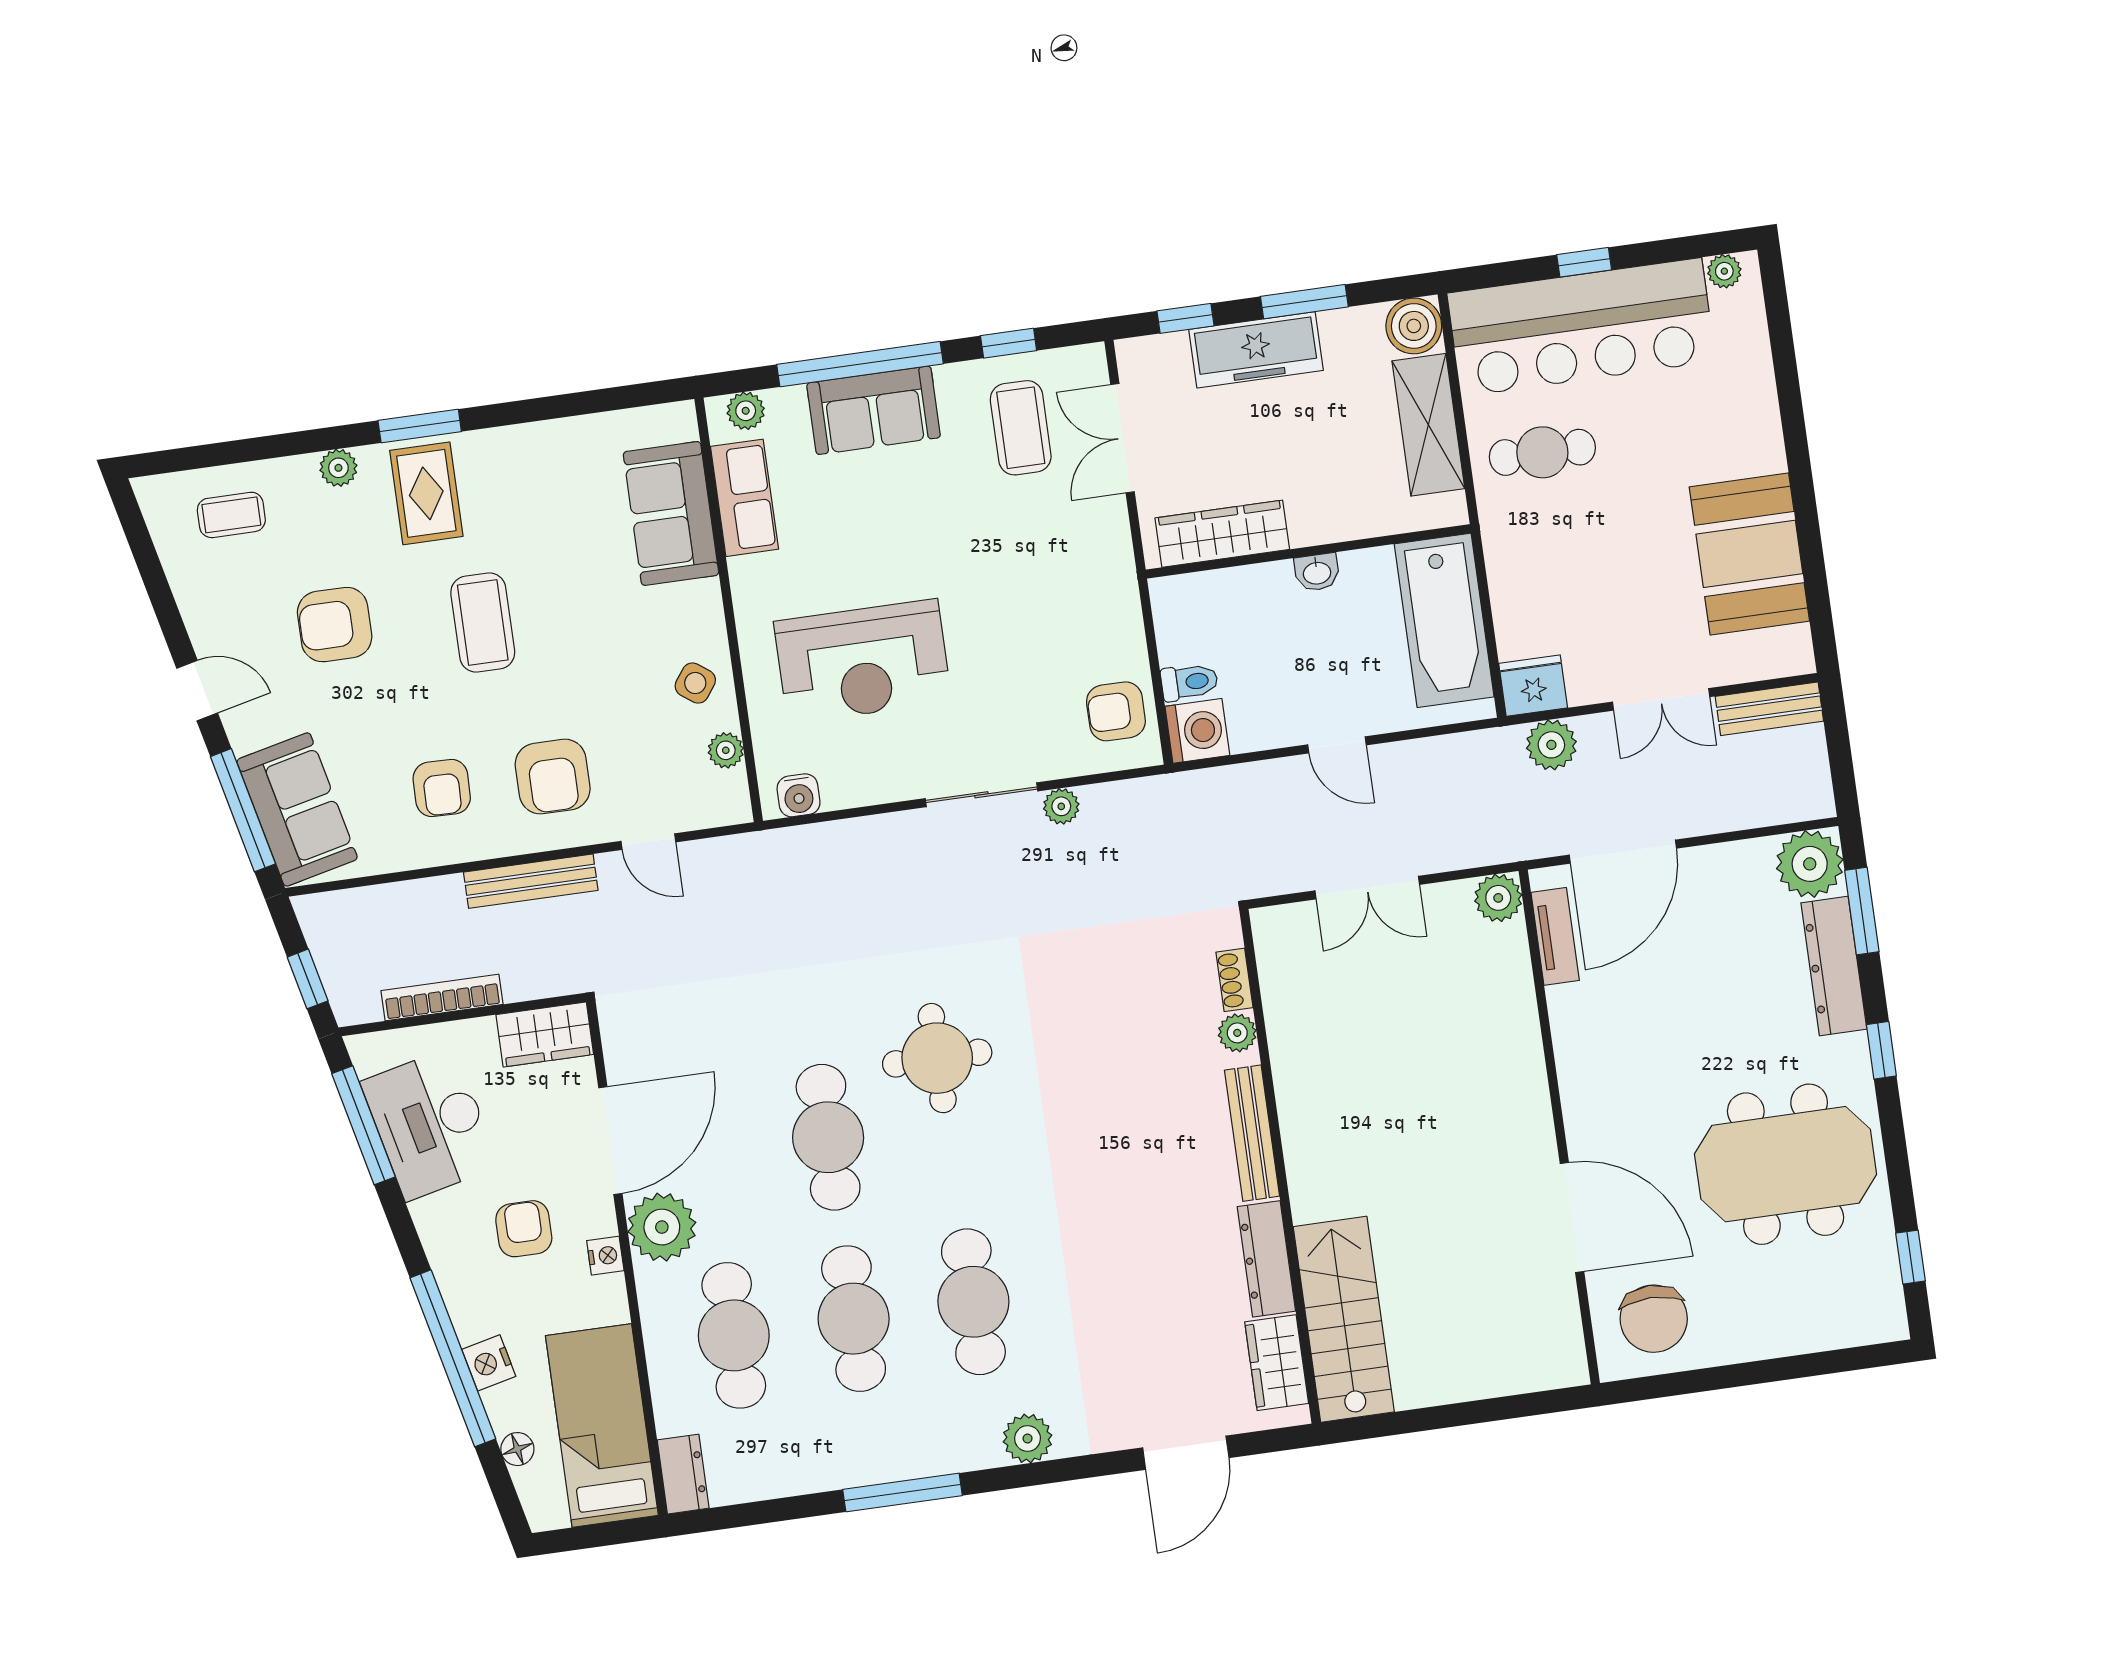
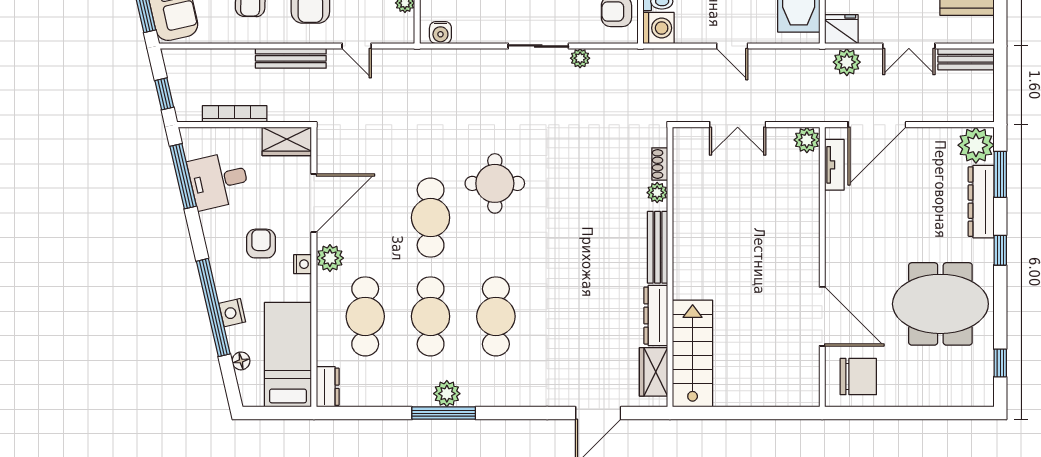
desk: (430, 1124) -> (219, 181), width x0.73
plant: (662, 1227) -> (330, 258), width x0.73, depth x0.73
chair: (1654, 1319) -> (858, 377), turned -90
plant: (1028, 1439) -> (447, 394), moved

